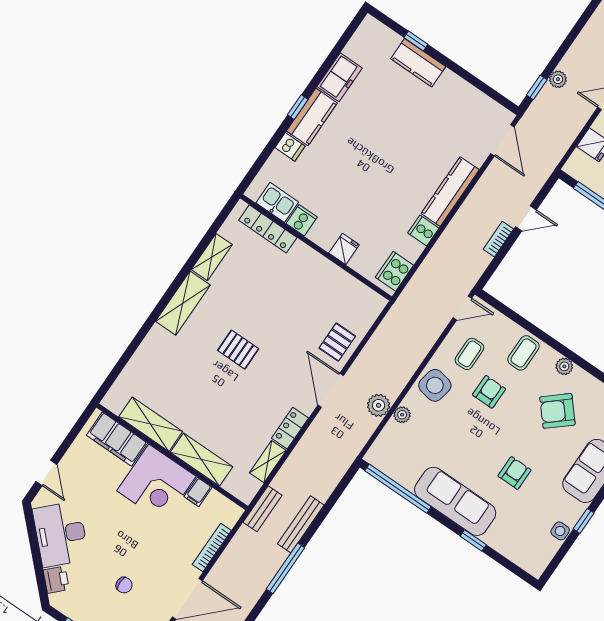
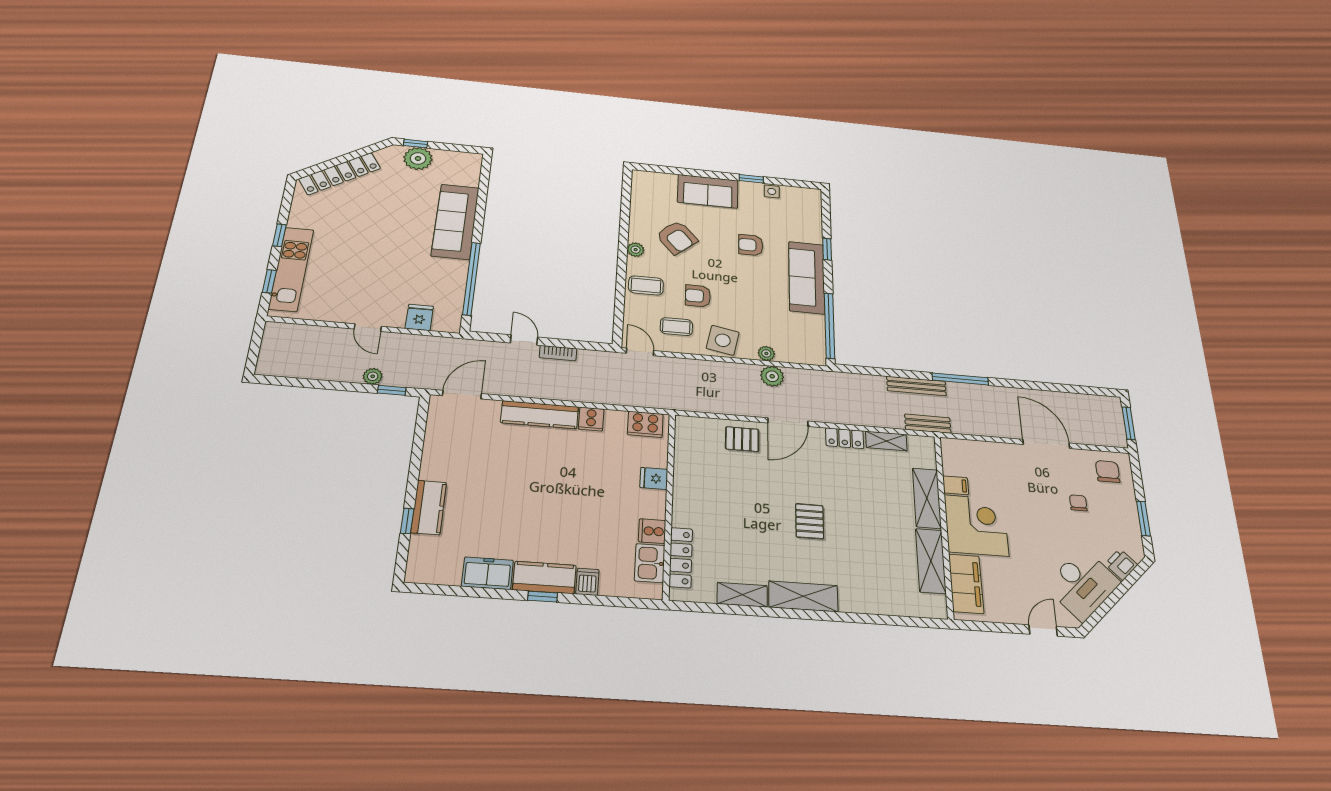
bookcase: (212, 547) -> (991, 447), removed

